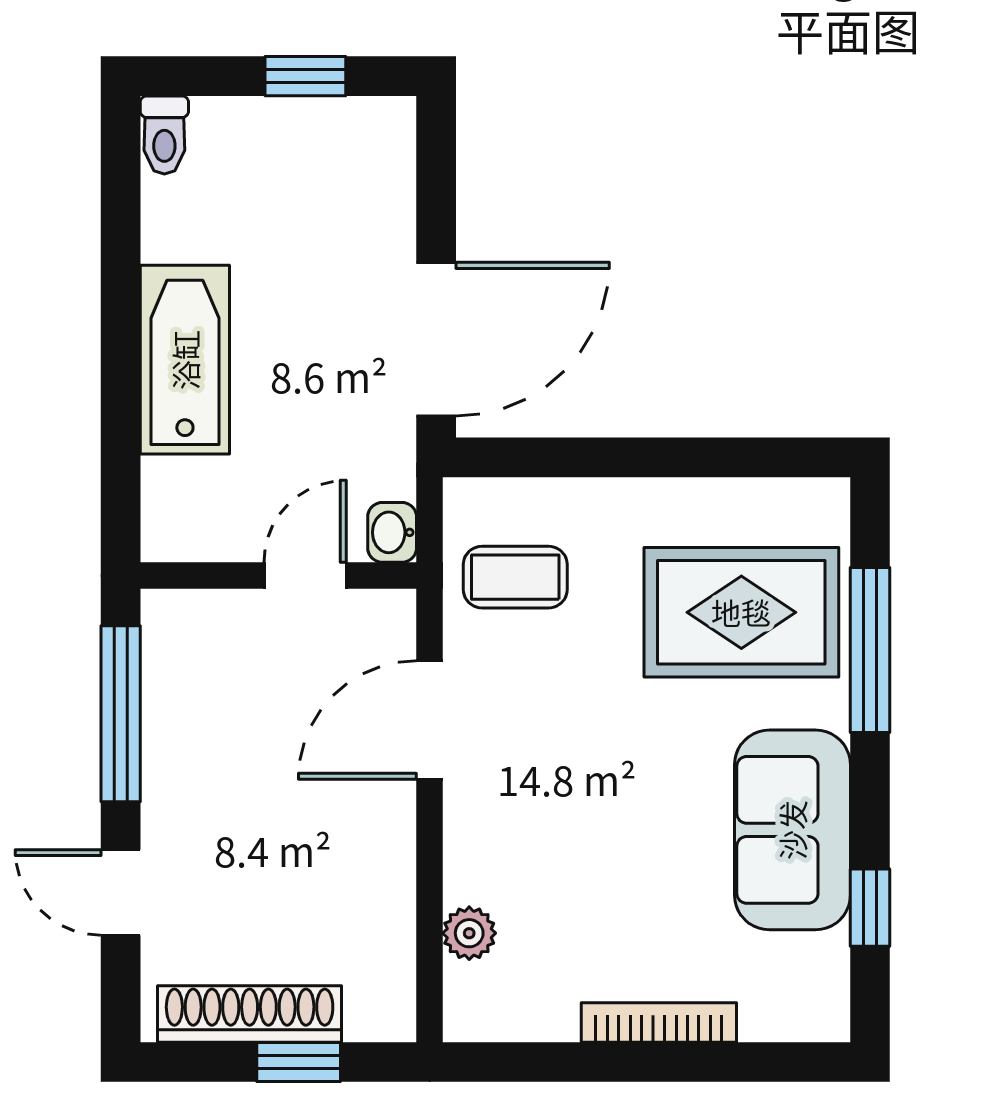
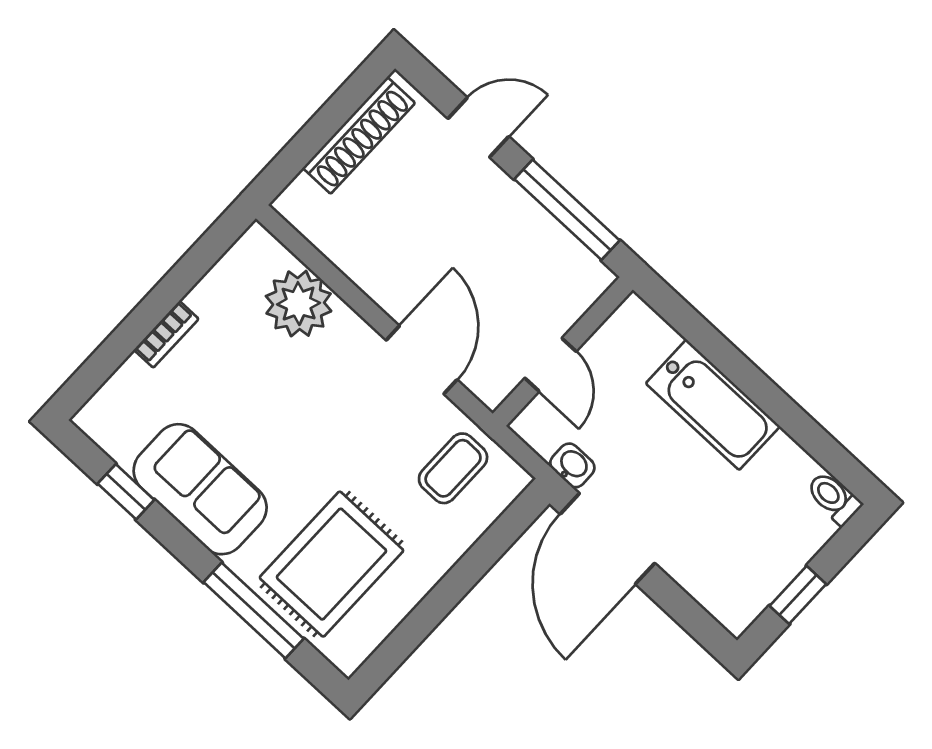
washbasin: (392, 532) -> (572, 465), moved
plant: (469, 933) -> (299, 304), width x1.87, depth x1.87
bookcase: (659, 1022) -> (166, 334), width x0.64
window: (299, 1062) -> (312, 138), removed

